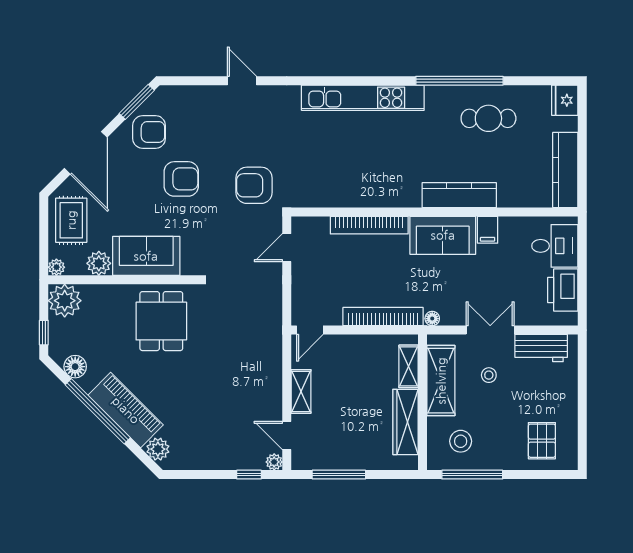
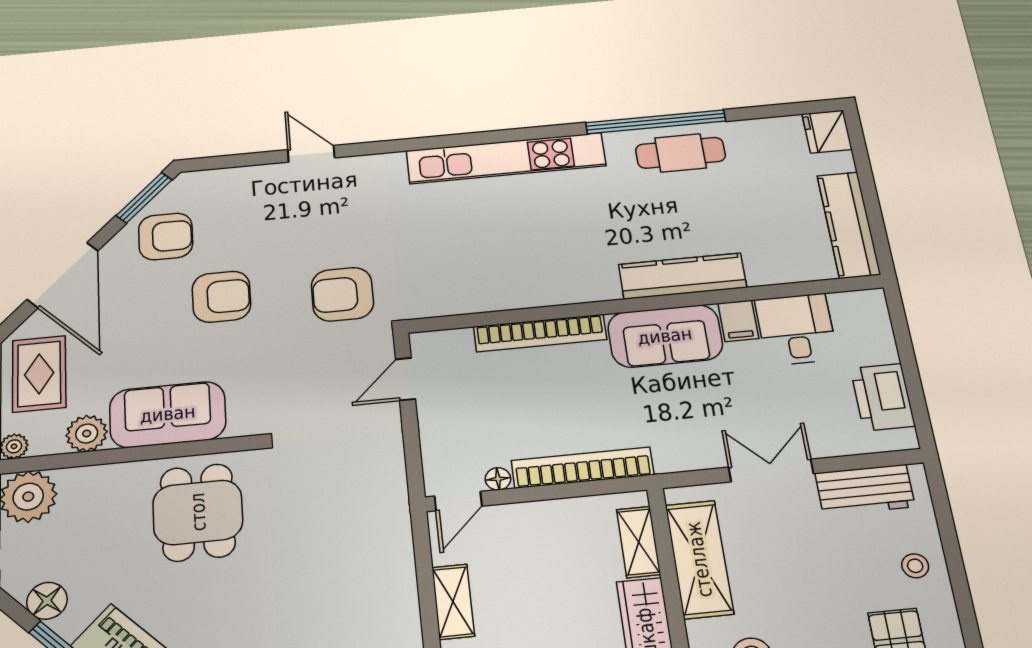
cafe table: (488, 118) -> (681, 153), moved
desk: (555, 246) -> (796, 329), moved, turned -90
floor lamp: (432, 319) -> (498, 479), moved
stool: (489, 375) -> (915, 566), moved

